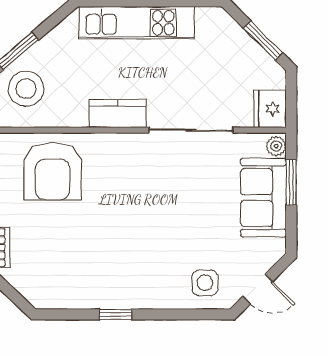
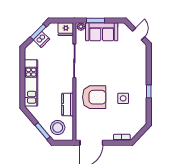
dishwasher: (244, 49) -> (42, 39), added
kitchen counter: (118, 113) -> (68, 104), moved
armchair: (53, 171) -> (94, 97), moved
side table: (205, 283) -> (123, 98), moved

